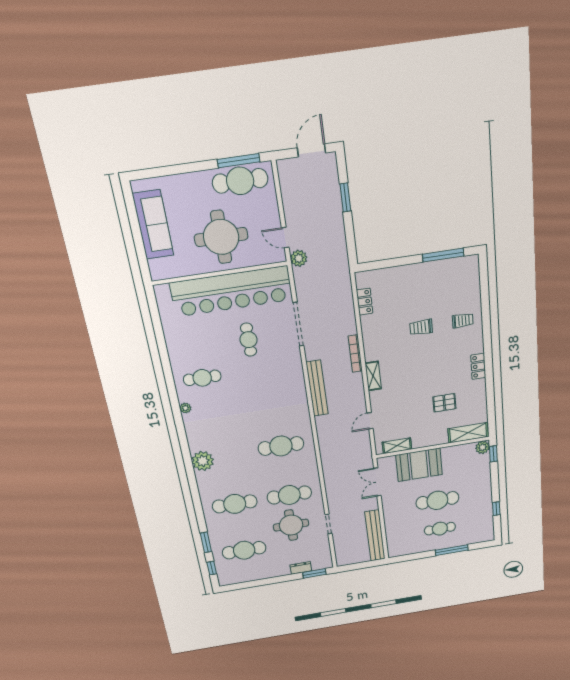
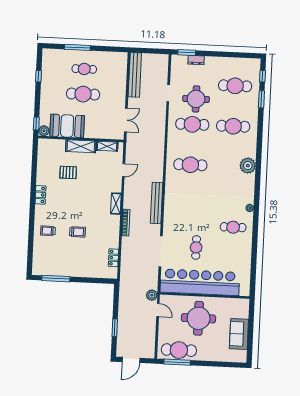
sofa: (153, 225) -> (239, 334), width x0.73
shelving: (468, 433) -> (81, 146), moved
booth: (419, 465) -> (67, 126), moved

